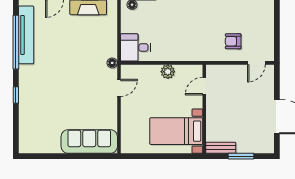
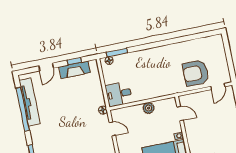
armchair: (233, 41) -> (196, 73), width x1.88, depth x1.88
door: (204, 86) -> (180, 114), swing flipped
door: (119, 88) -> (112, 129), hinge flipped

